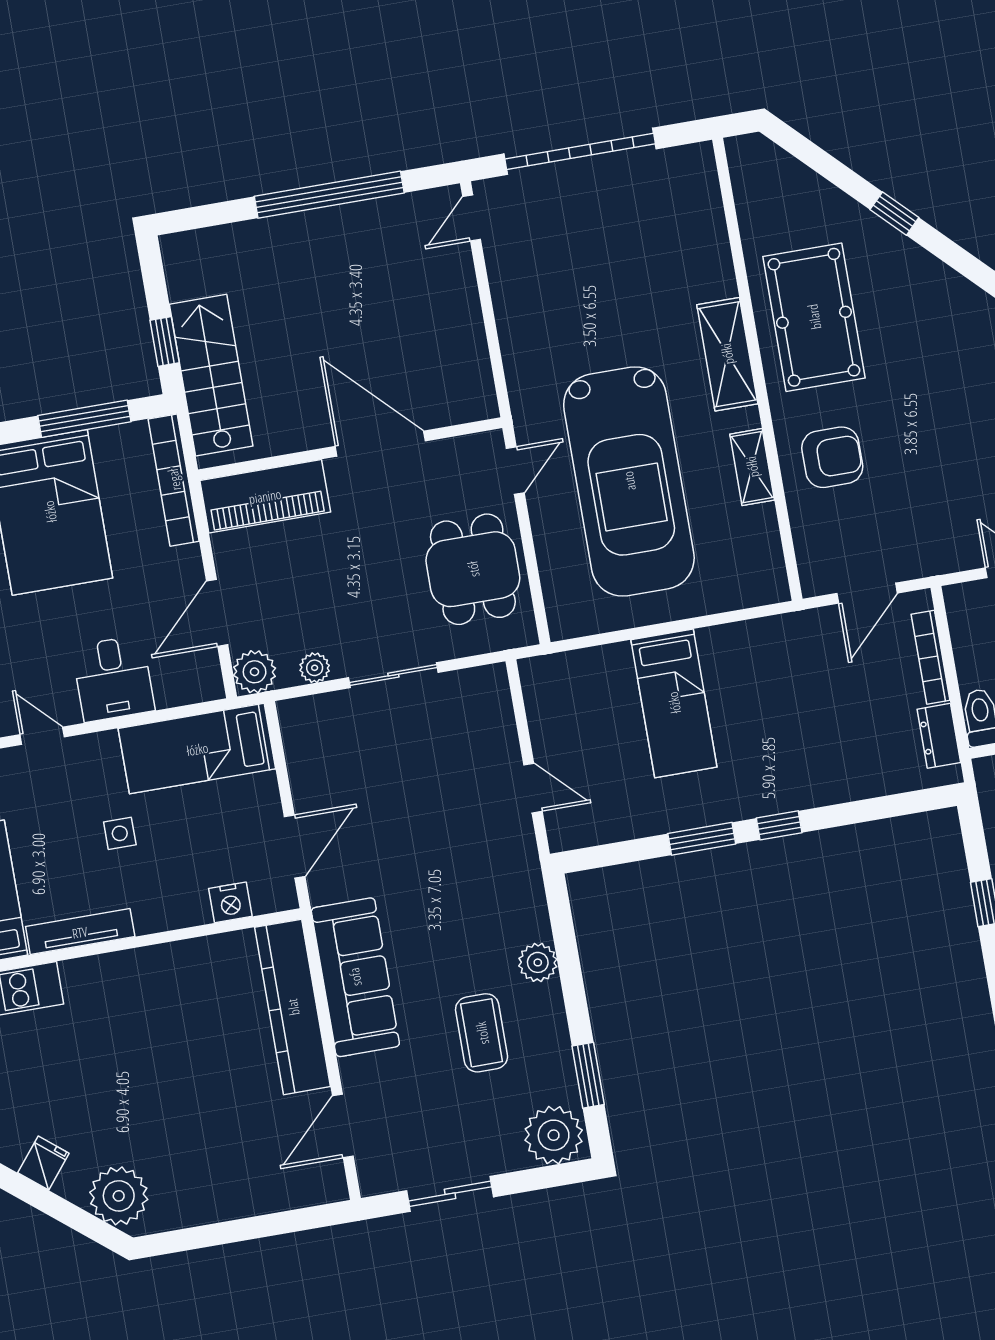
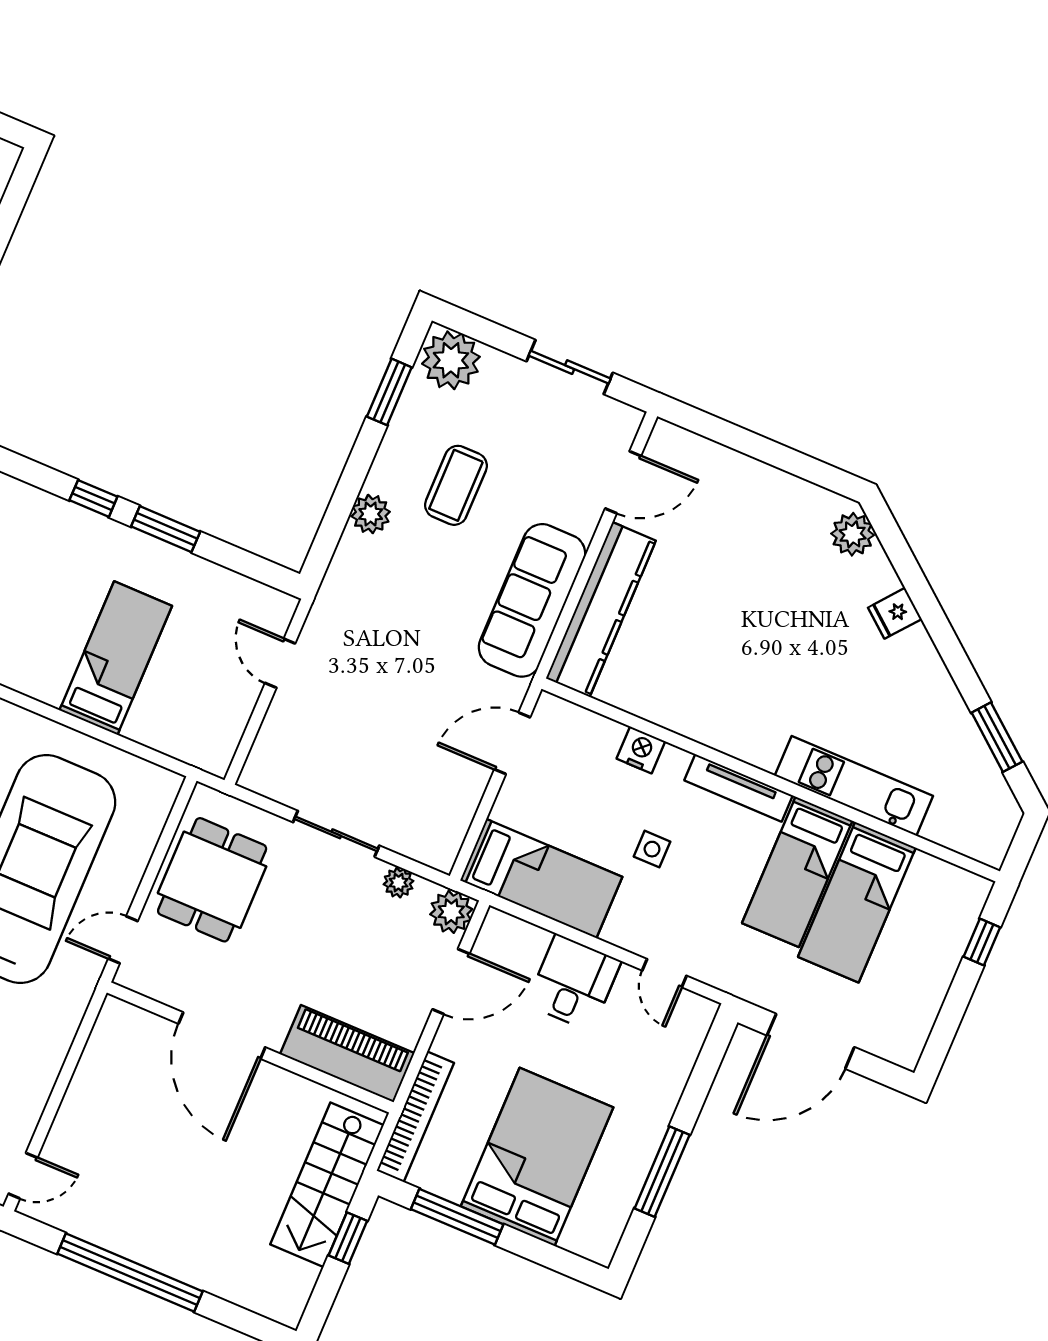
nightstand: (230, 902) -> (641, 750), moved
plant: (119, 1196) -> (853, 534), width x0.73, depth x0.73

